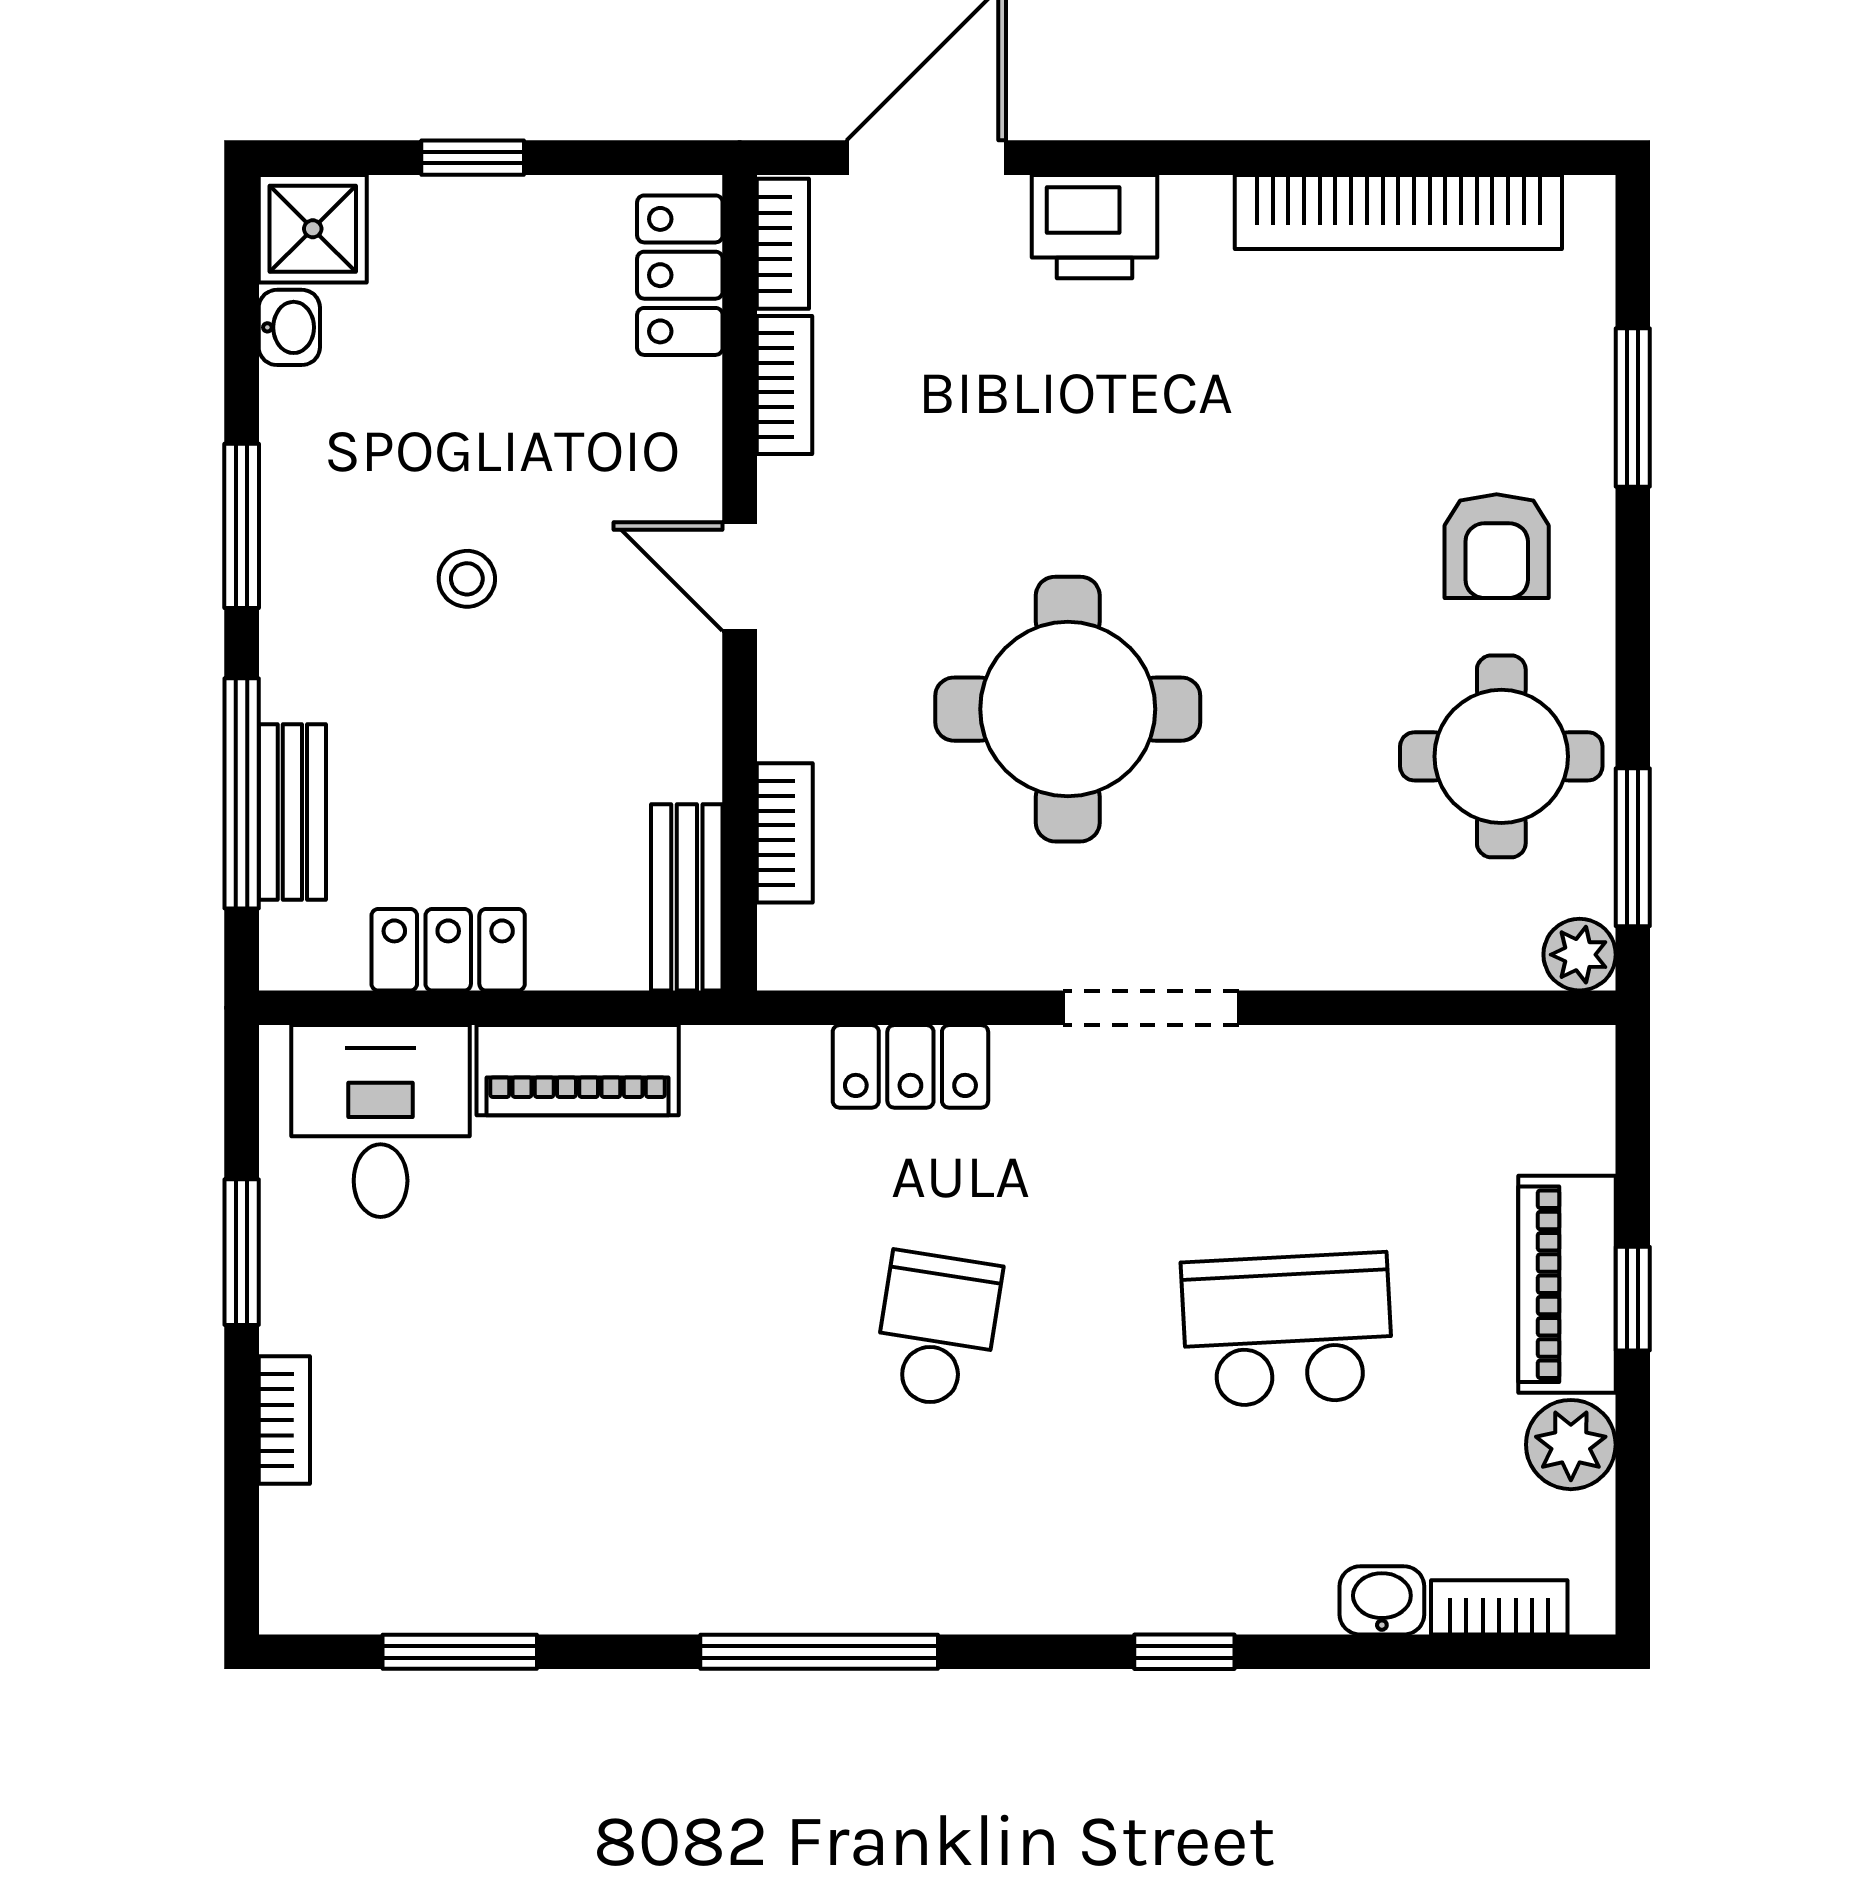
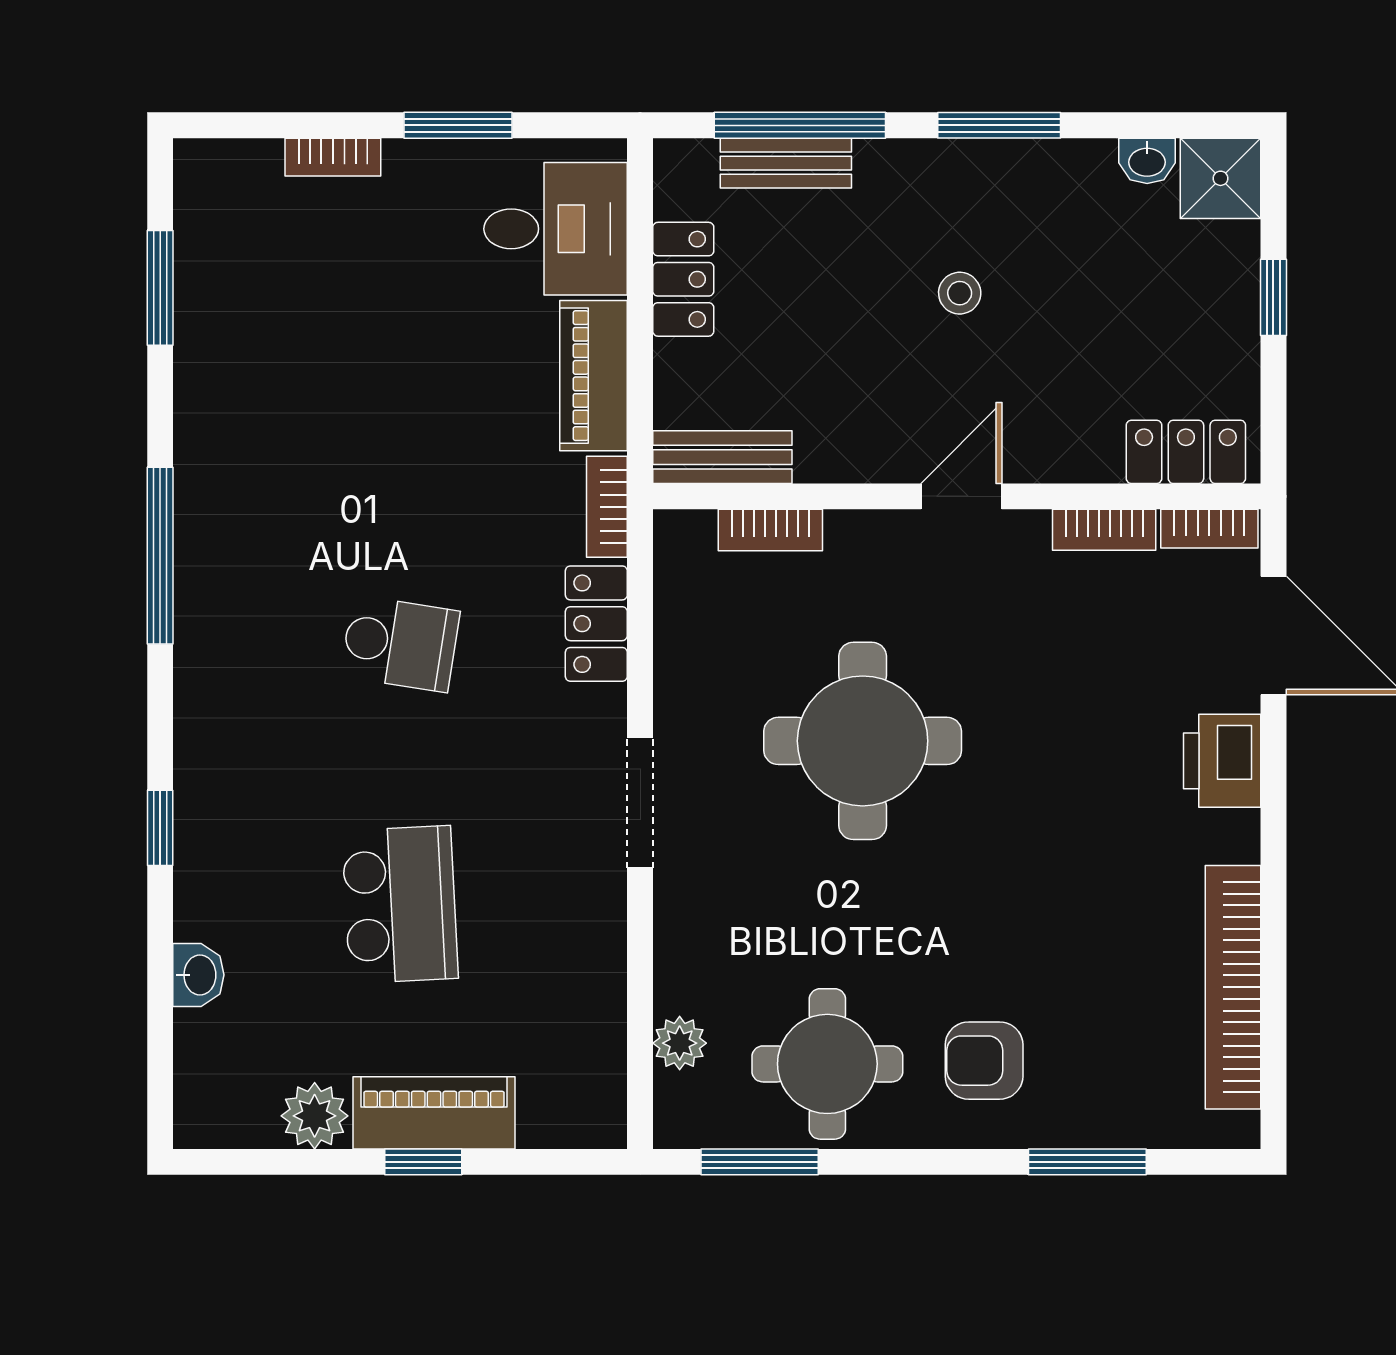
plant: (1580, 955) -> (680, 1043), moved
bookcase: (1499, 1607) -> (607, 507), moved, turned 180

